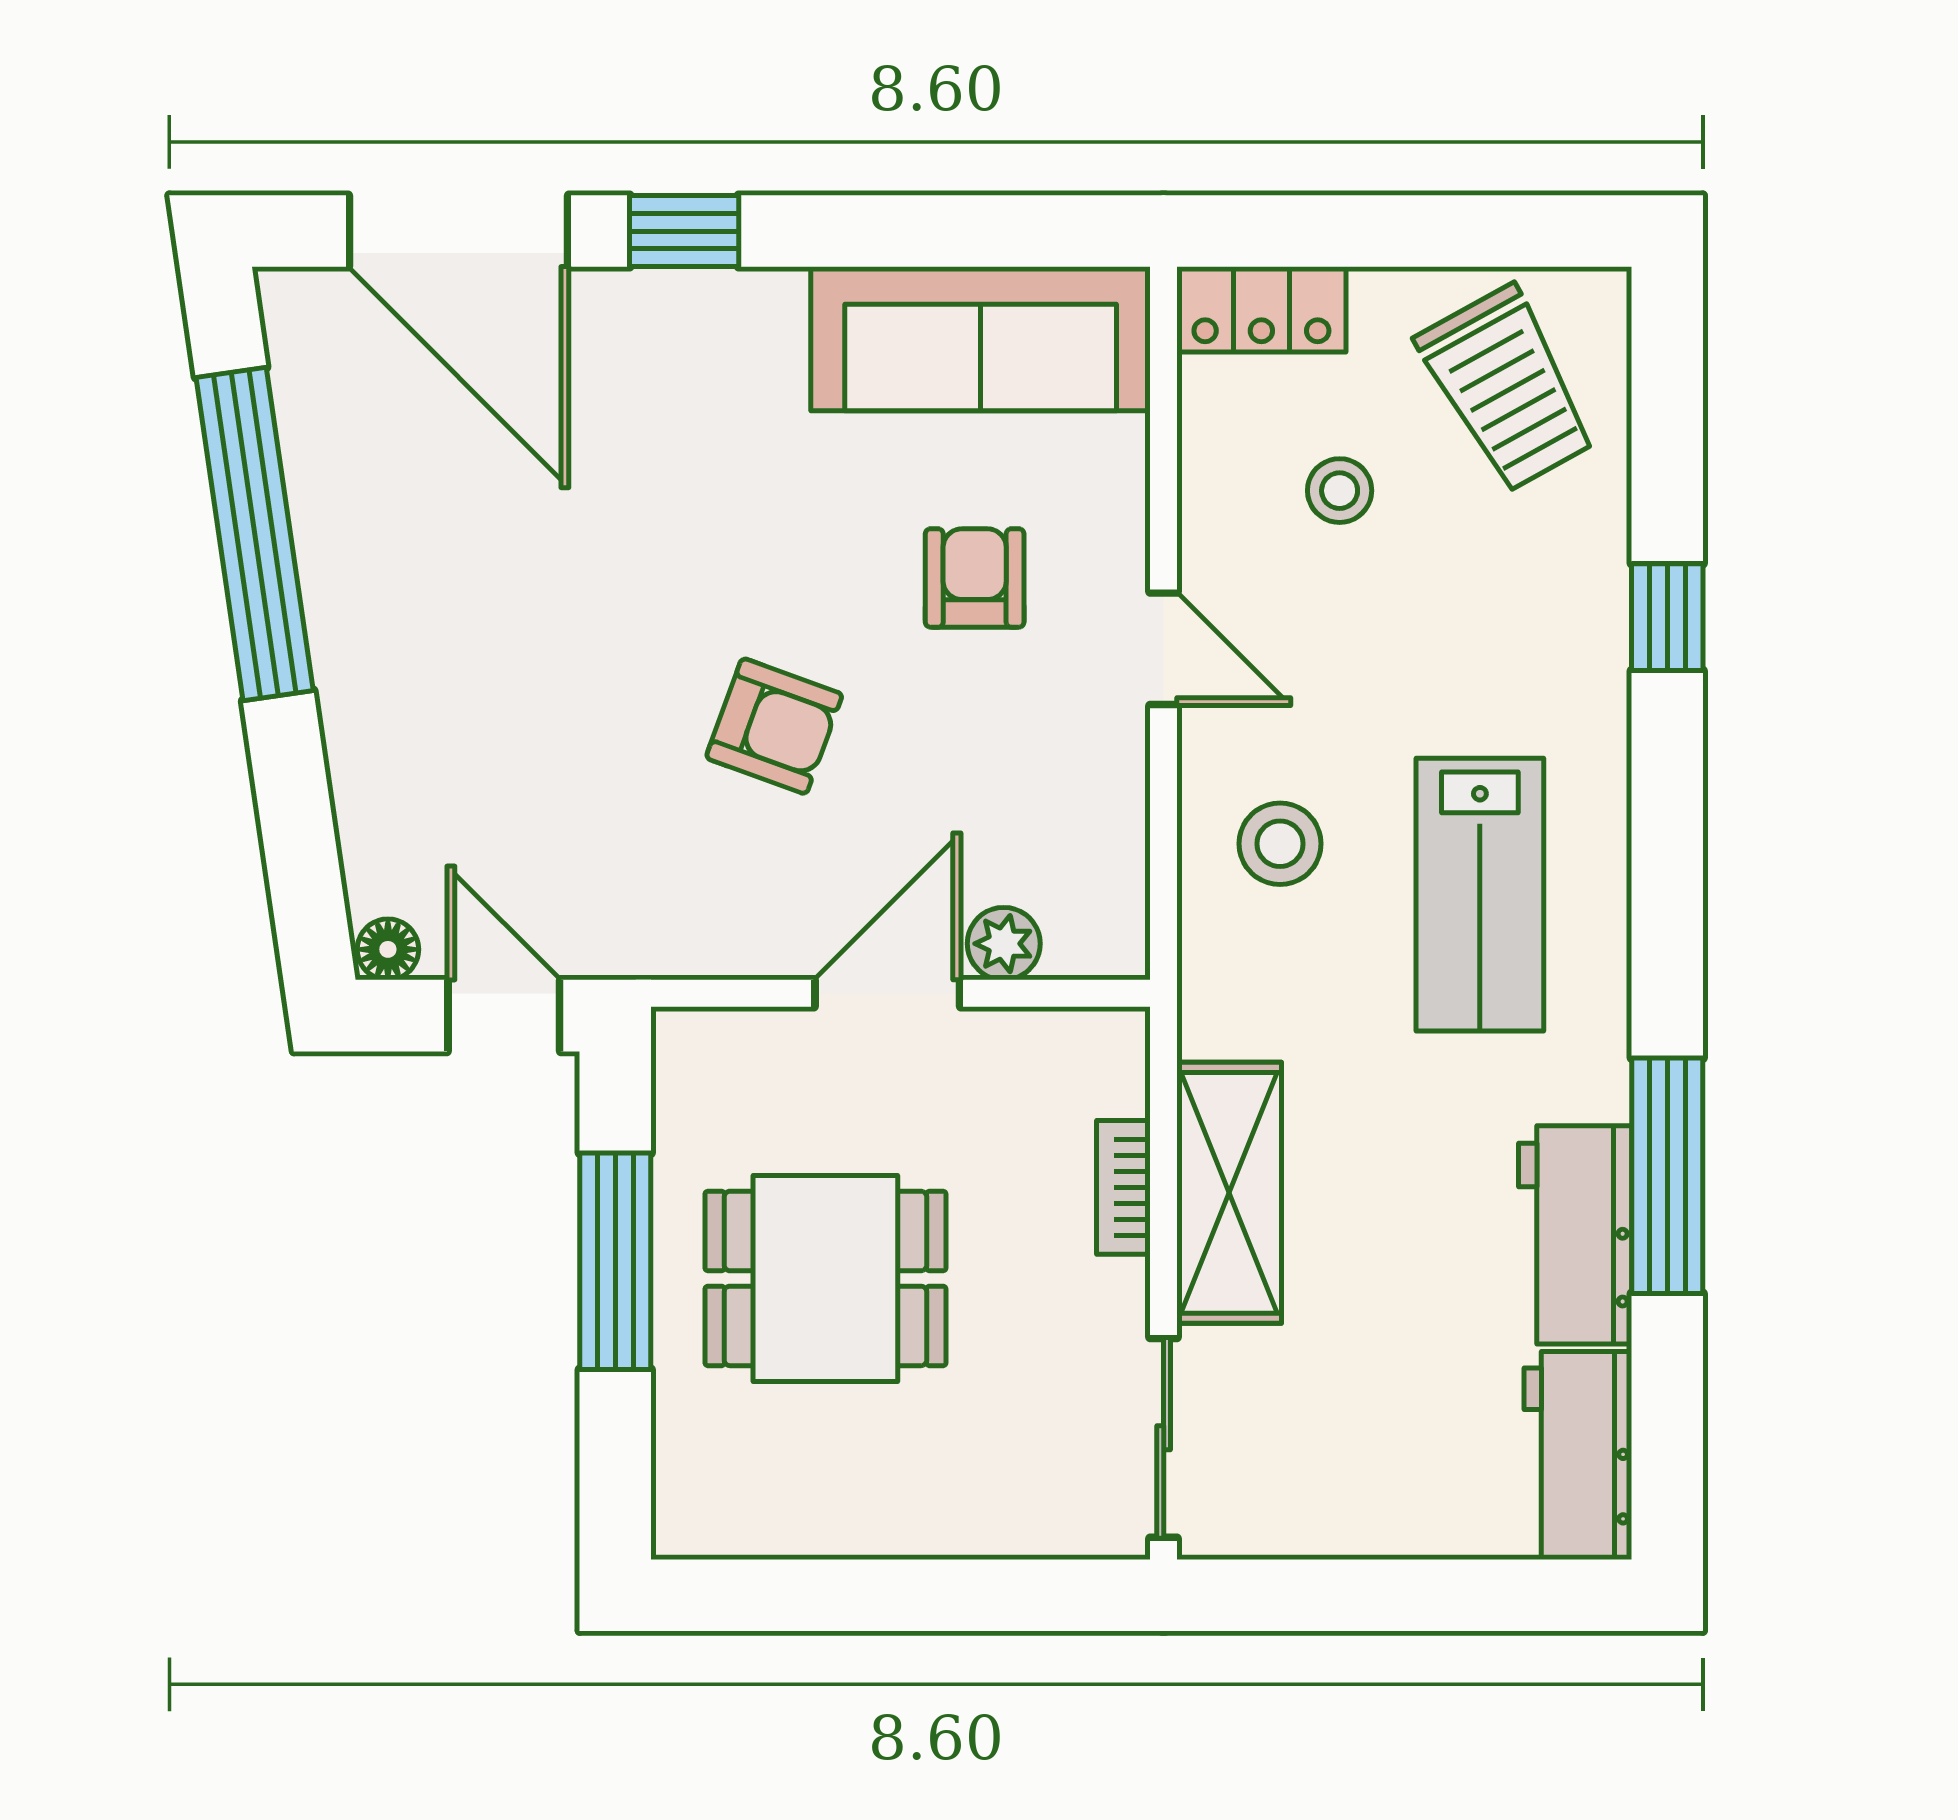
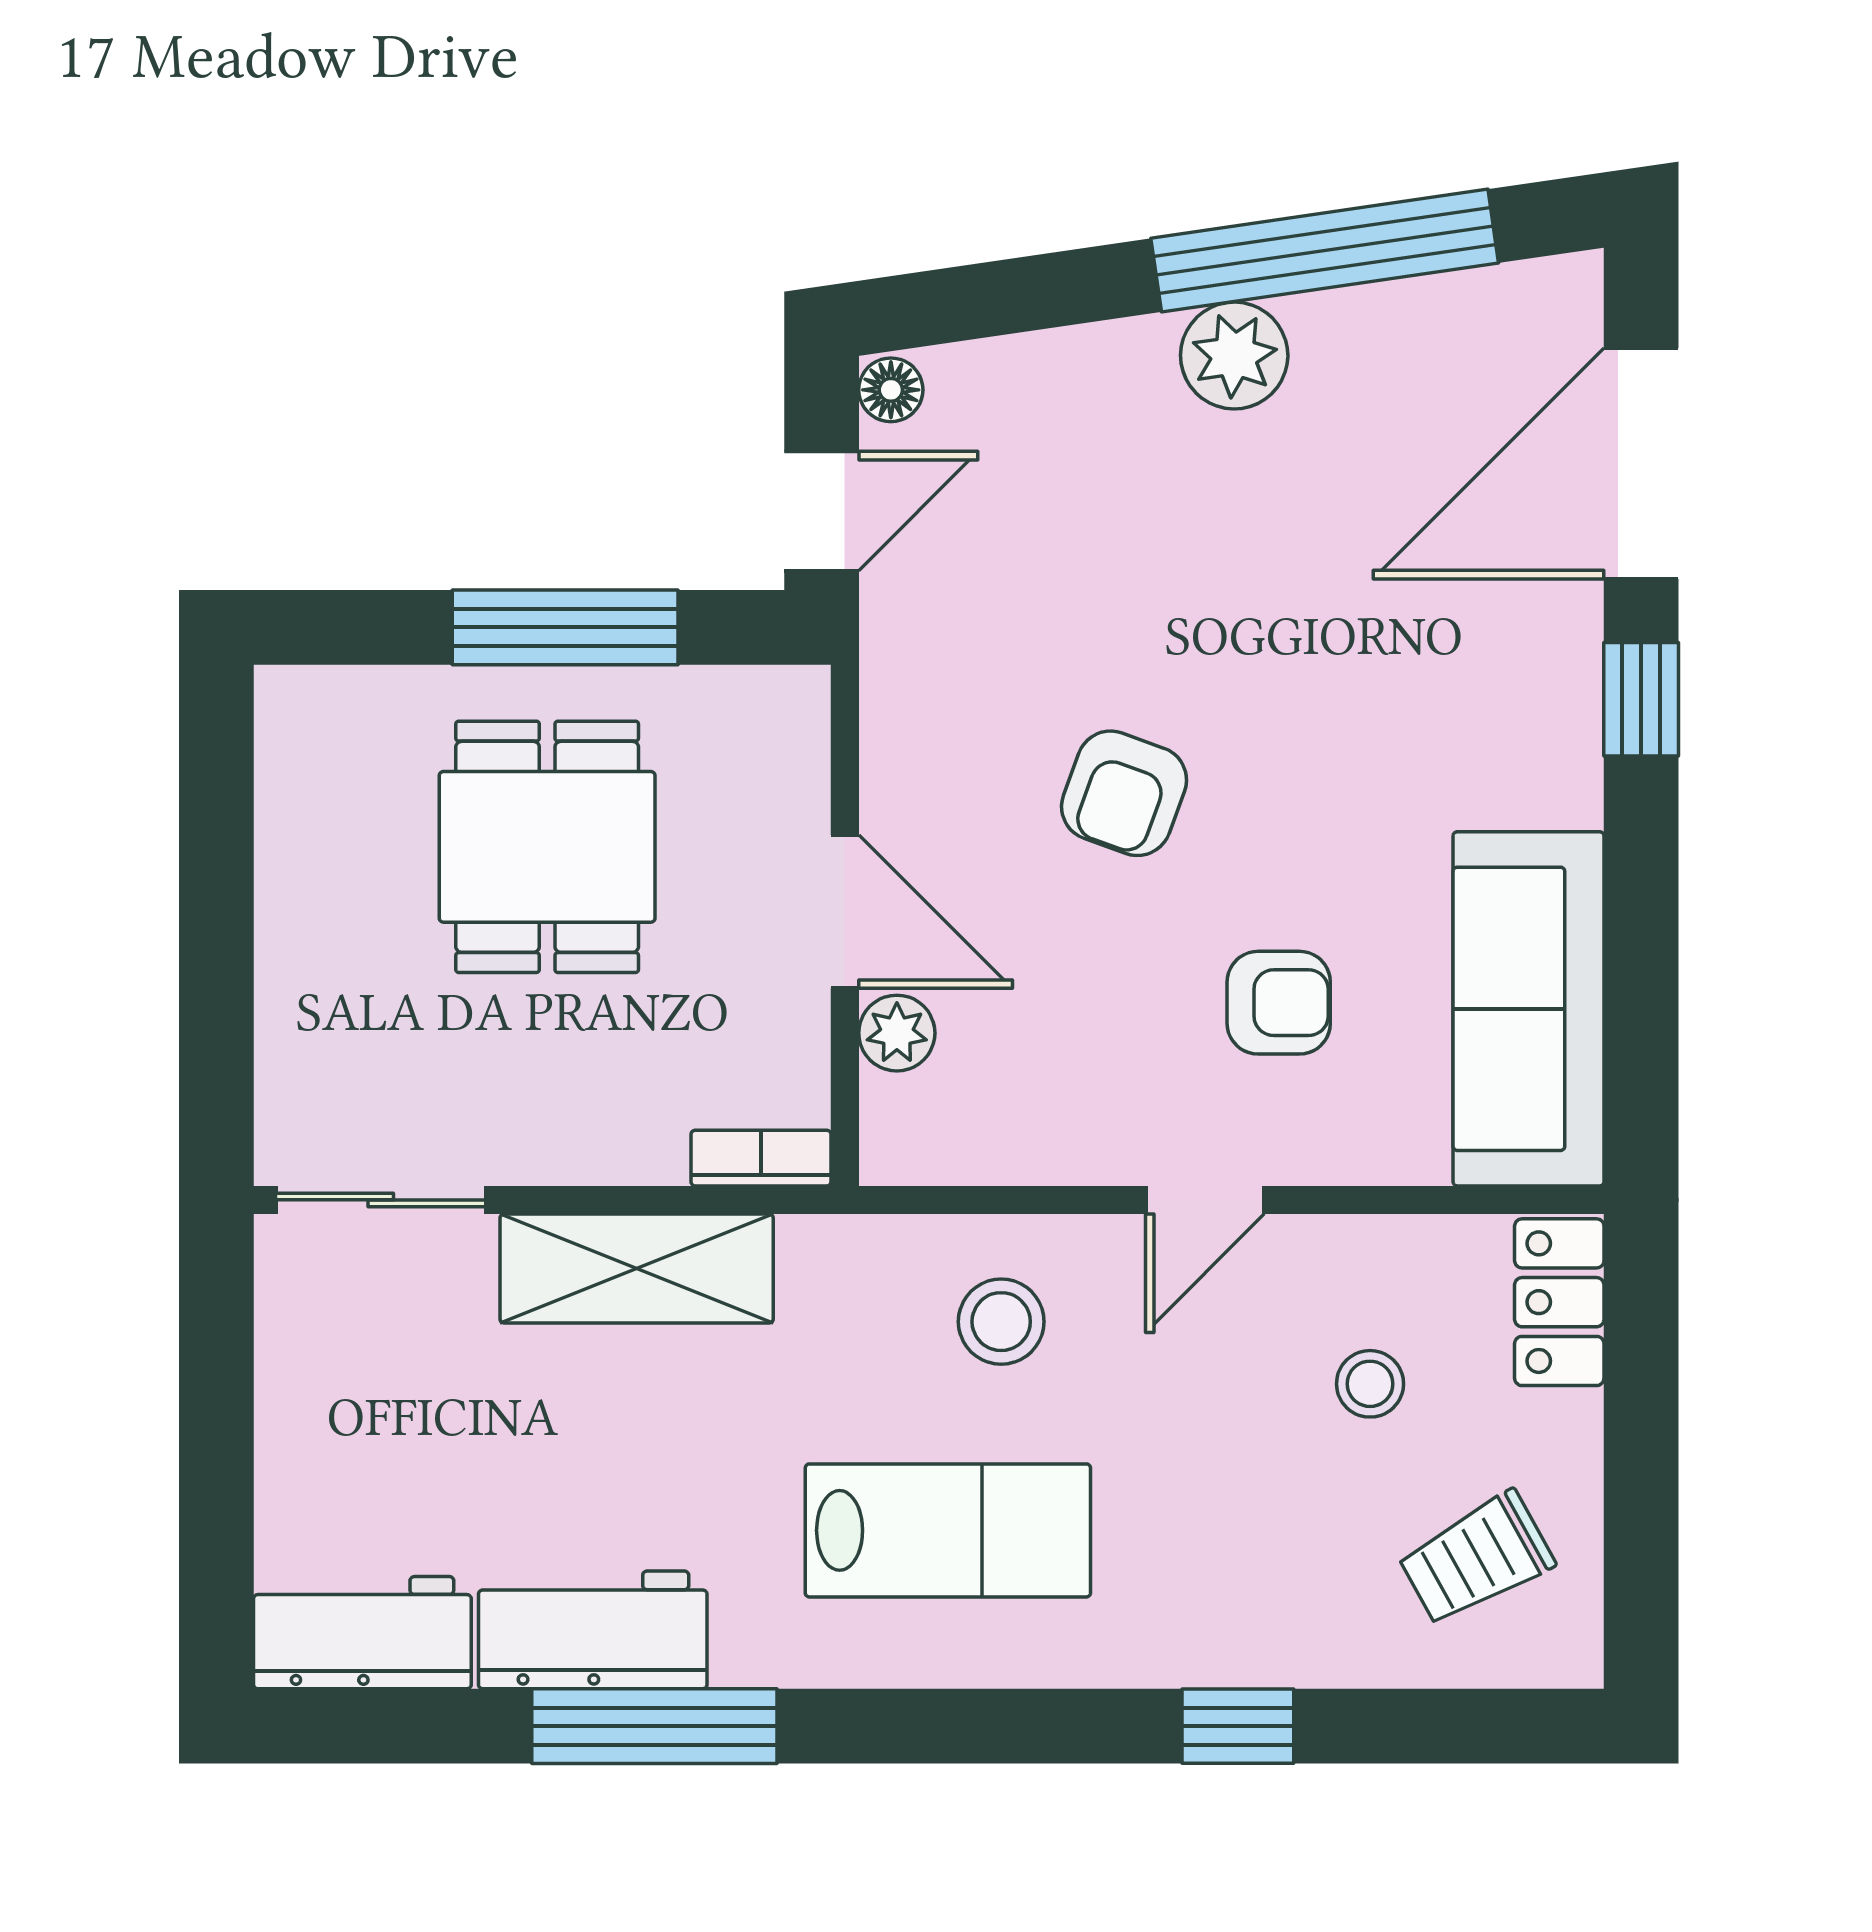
trolley: (1507, 389) -> (1476, 1559), width x0.73, depth x0.72
plant: (355, 621) -> (1234, 356), added
lab bench: (1480, 895) -> (948, 1530), turned 180
bookcase: (1123, 1187) -> (761, 1158), moved

